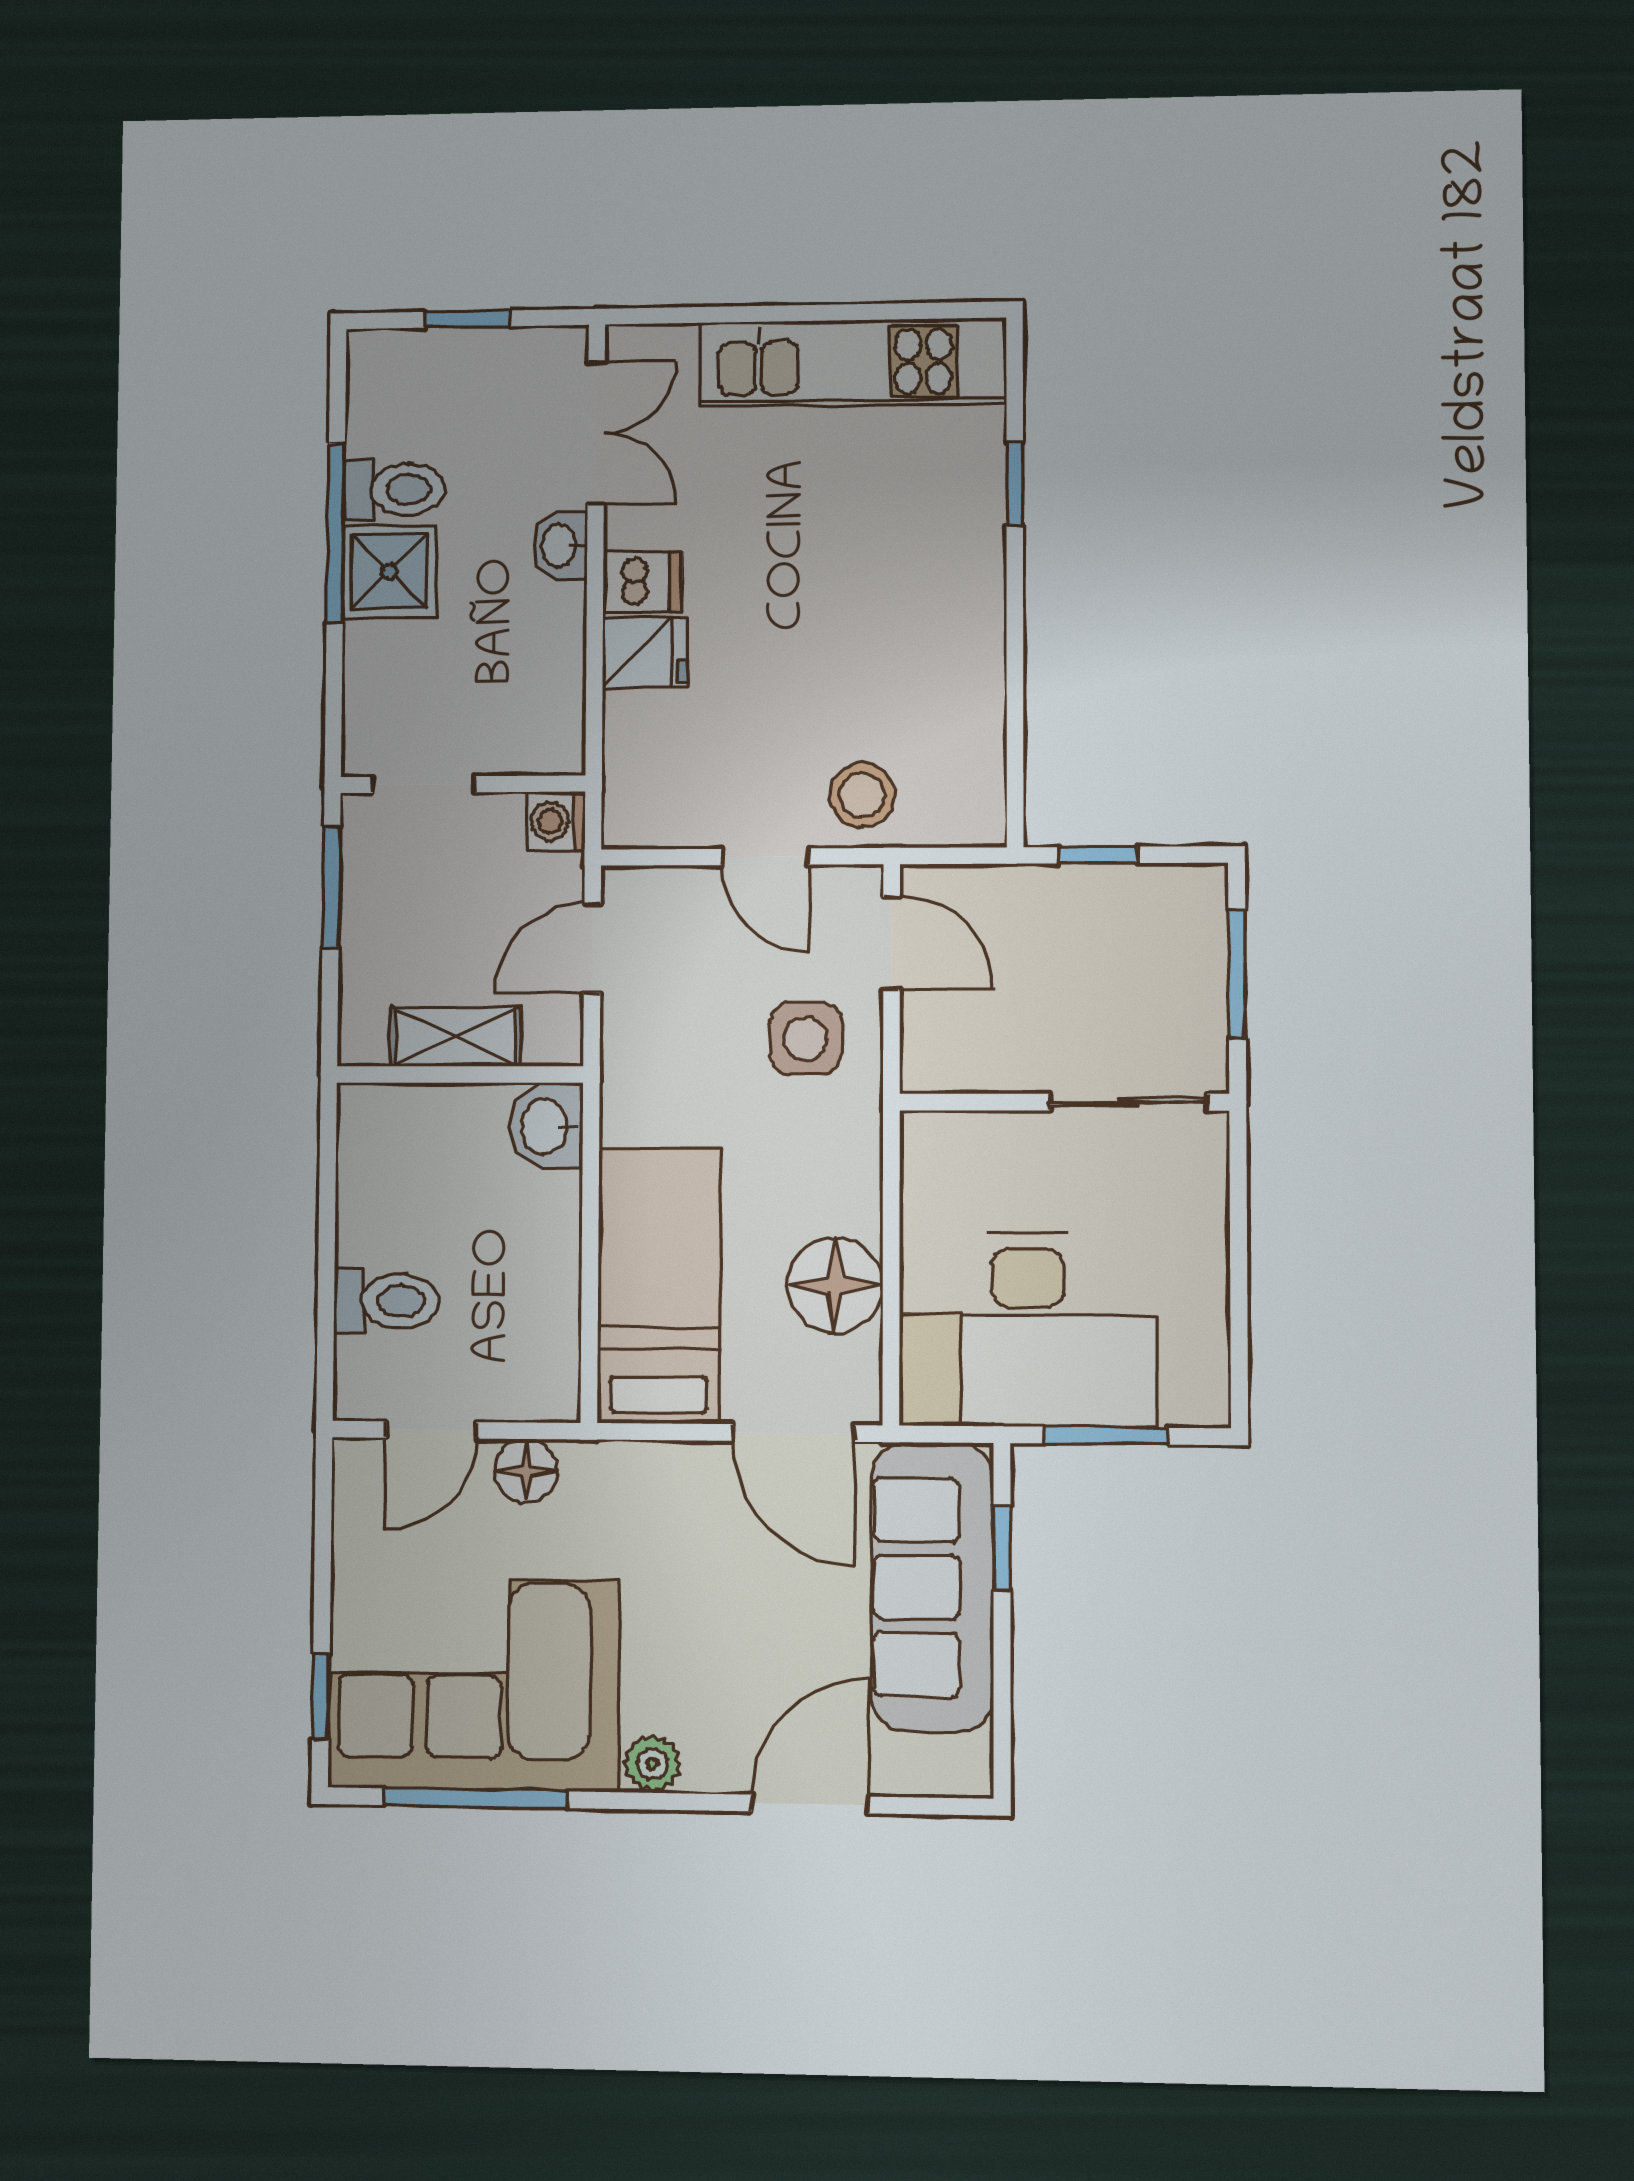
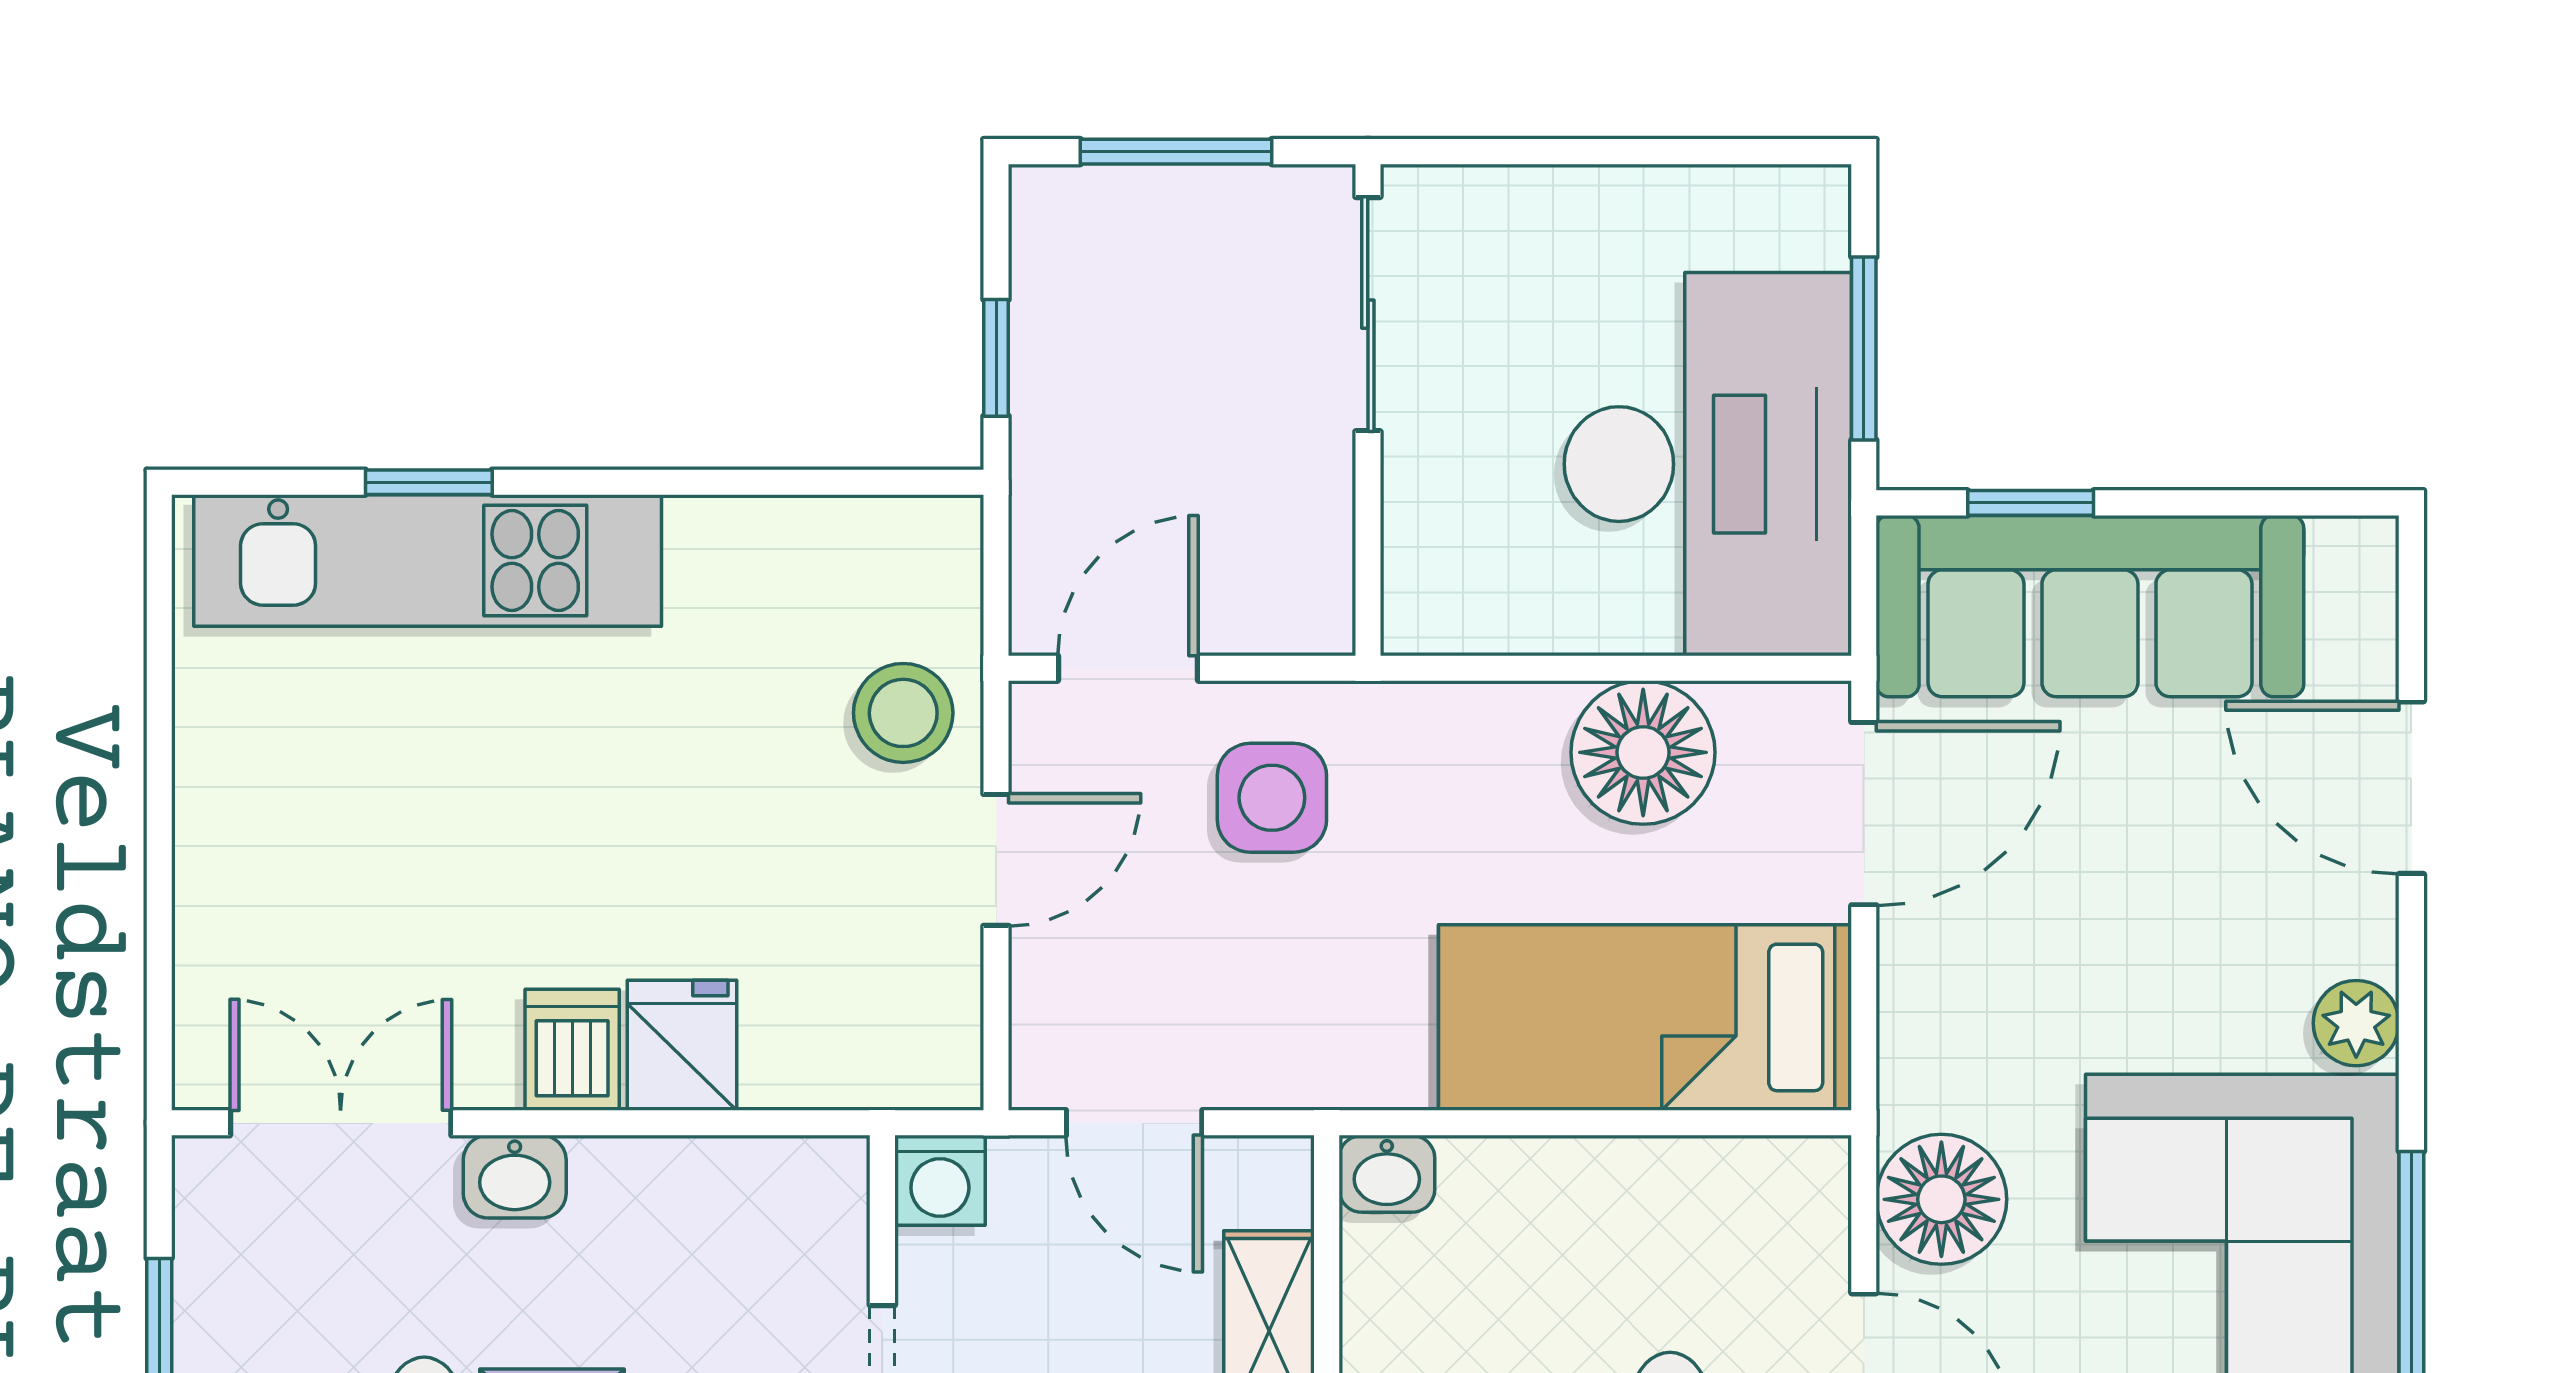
kitchen unit: (853, 363) -> (428, 560), moved, turned 90
washbasin: (546, 1126) -> (1387, 1174), width x0.72, depth x0.69
floor lamp: (526, 1471) -> (1941, 1199), width x1.38, depth x1.38

